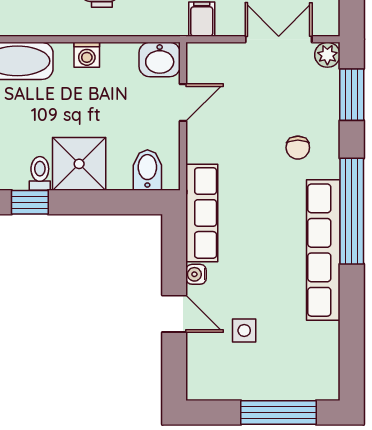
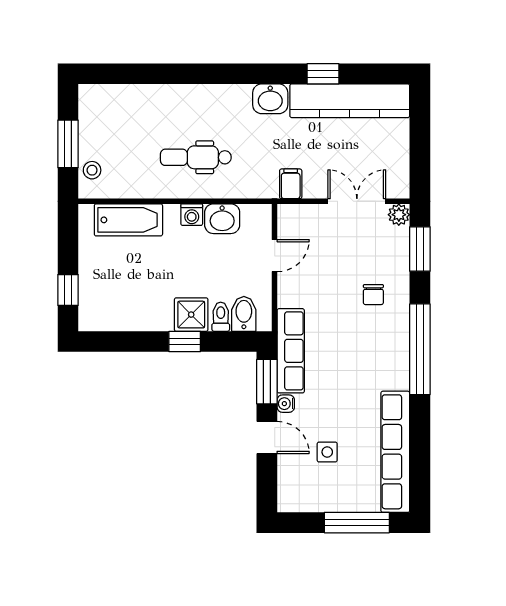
washbasin: (160, 60) -> (222, 219), moved
shower: (79, 164) -> (191, 315), width x0.73, depth x0.73
toilet: (40, 173) -> (221, 317), moved
window: (30, 202) -> (185, 342), moved
window: (174, 249) -> (267, 382), added
row of seats: (323, 250) -> (395, 452), moved

